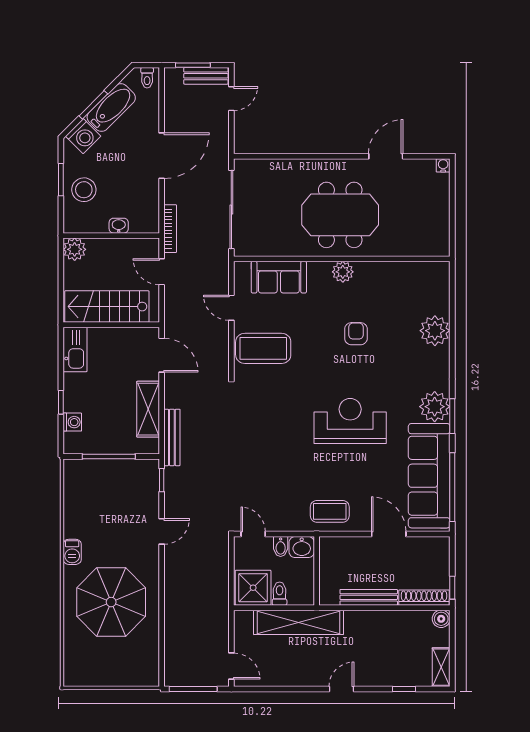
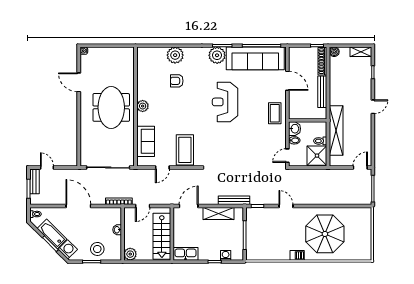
armchair: (356, 334) -> (177, 81), moved
door: (389, 534) -> (287, 81), swing flipped
door: (341, 689) -> (373, 107), swing flipped

